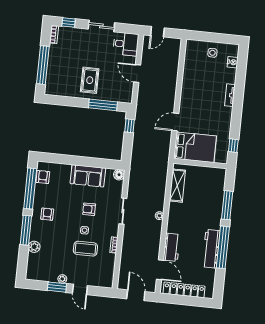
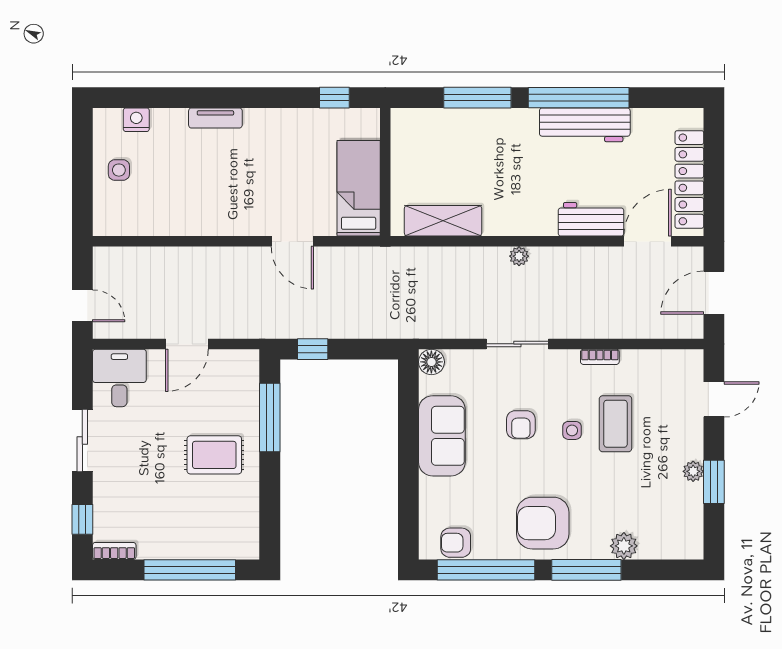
bed: (195, 147) -> (359, 188), width x0.67
armchair: (47, 214) -> (543, 523), width x1.88, depth x1.88
door: (80, 289) -> (714, 399), moved

